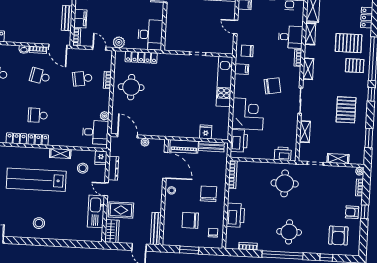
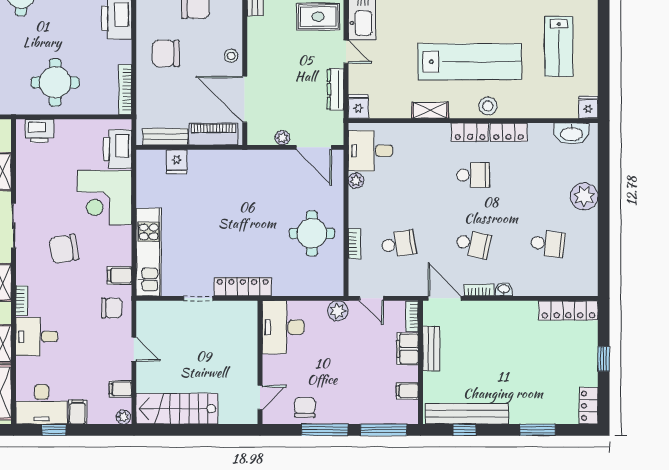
locker: (141, 57) -> (243, 287), moved
stool: (83, 168) -> (488, 106), moved
round table: (285, 183) -> (55, 82), moved
chair: (209, 194) -> (166, 53), turned 90

